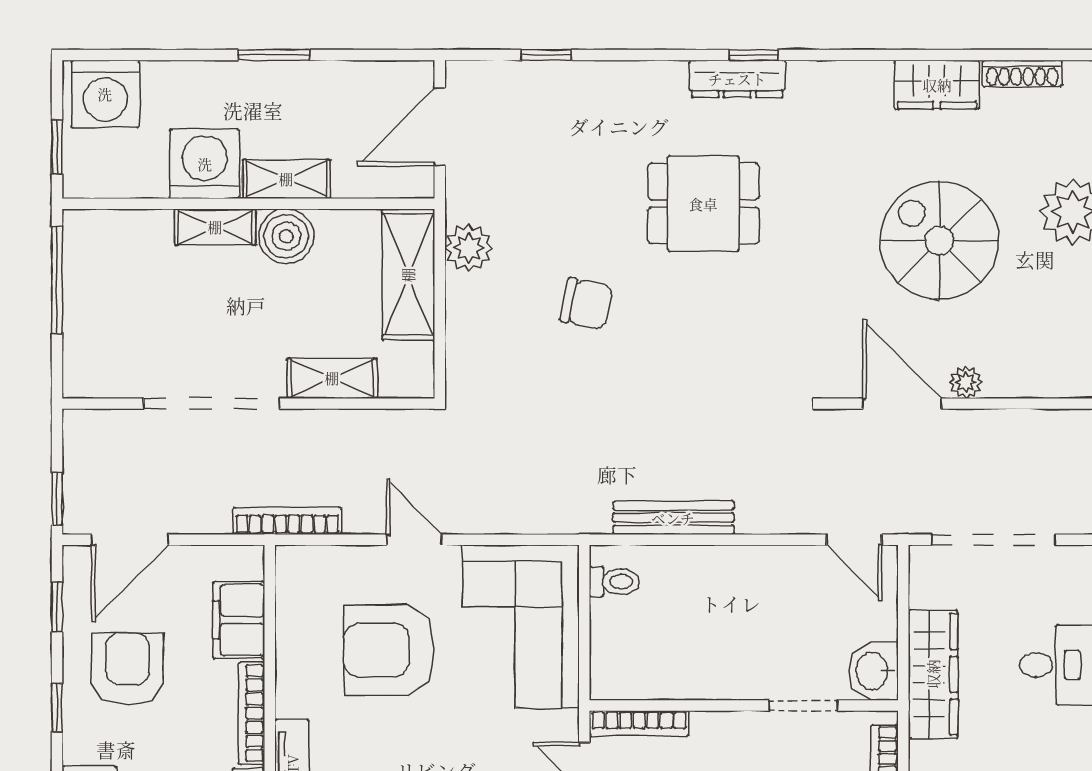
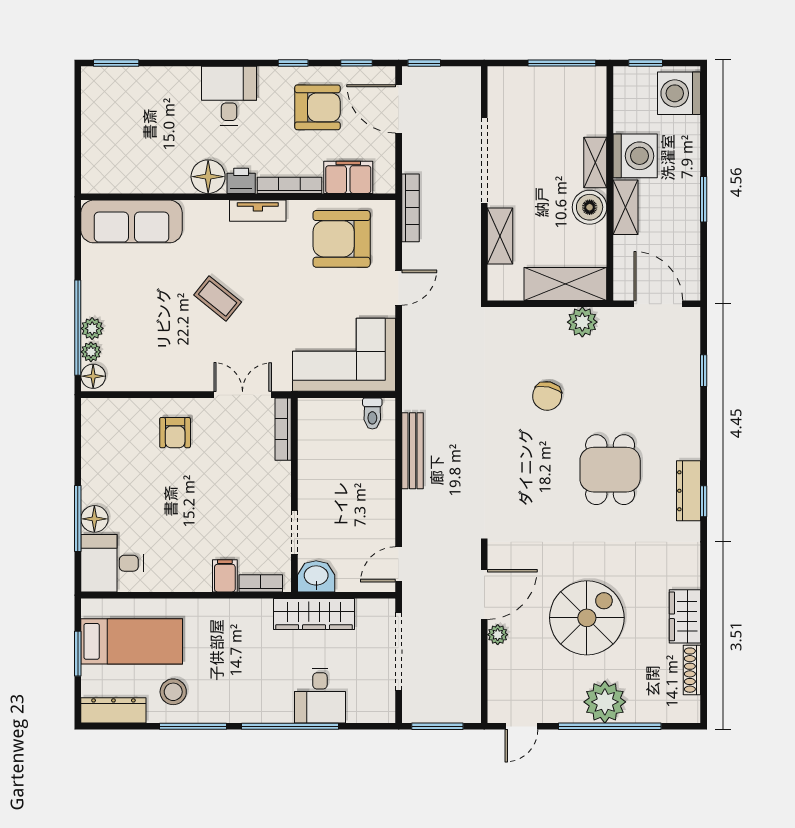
armchair: (389, 650) -> (342, 239), moved, turned -90

